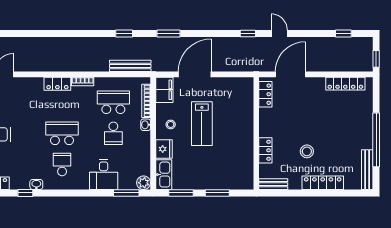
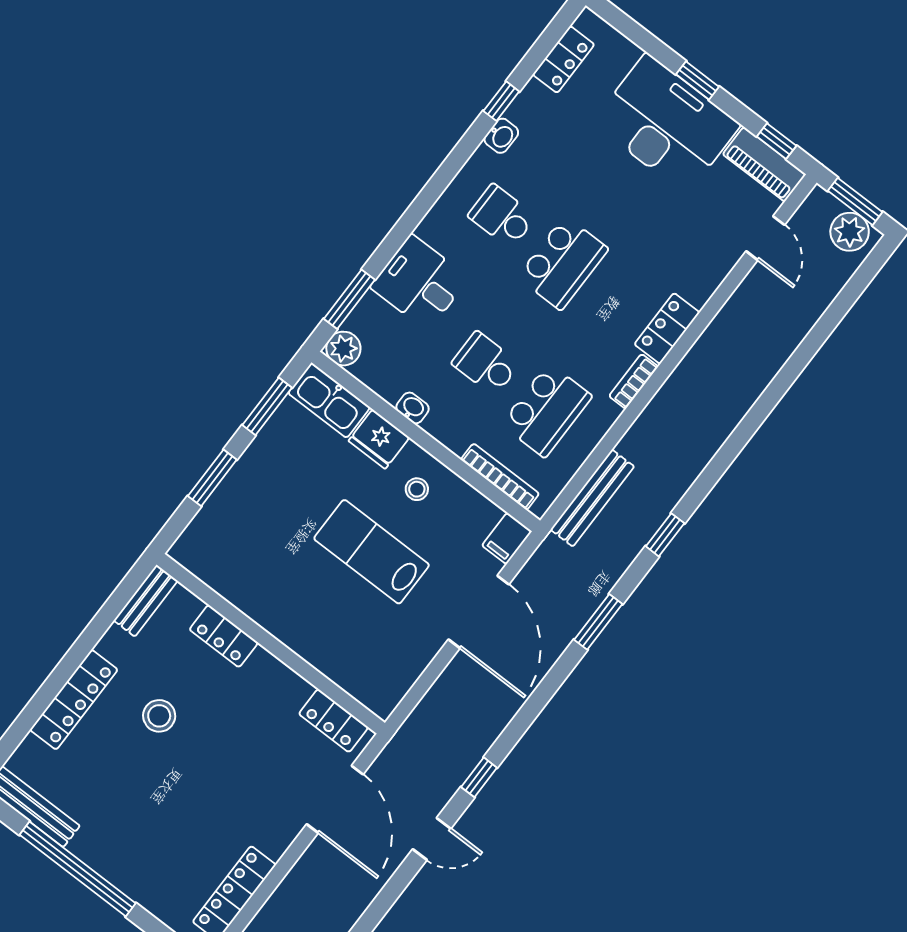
filing cabinet: (164, 90) -> (507, 538), width x0.50
washbasin: (146, 125) -> (413, 408), moved
school desk: (62, 164) -> (502, 216), turned 180

